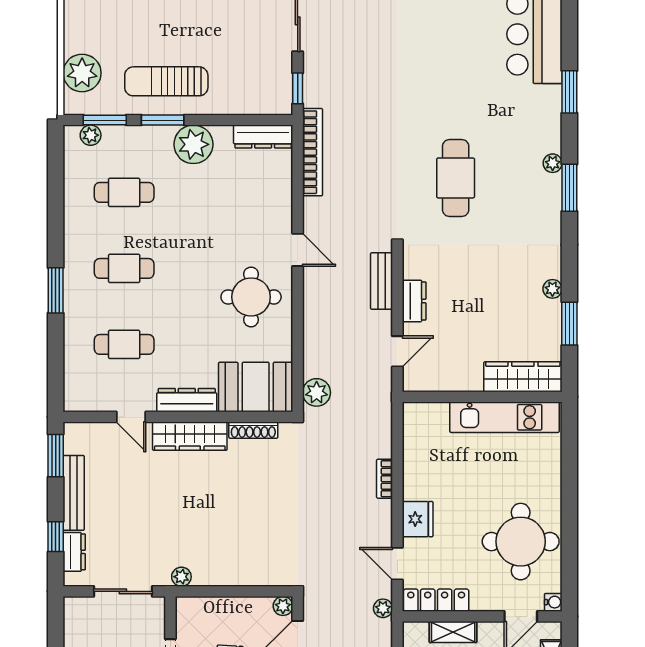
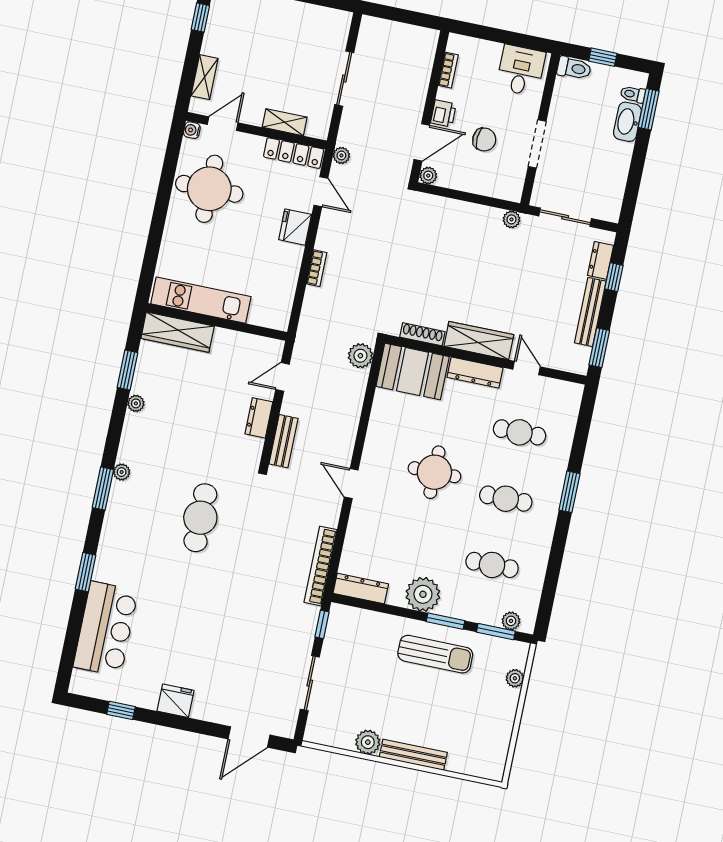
plant: (82, 73) -> (515, 678), width x0.53, depth x0.53
plant: (553, 163) -> (122, 472), moved
round table: (251, 297) -> (434, 472), moved

